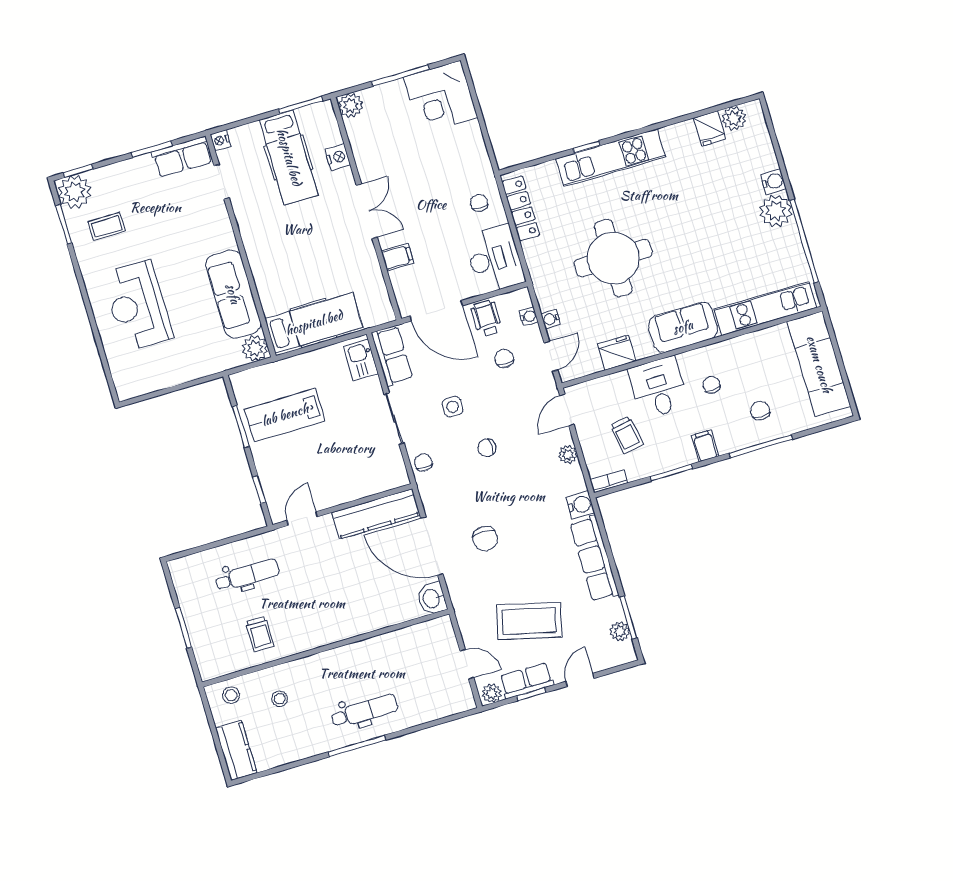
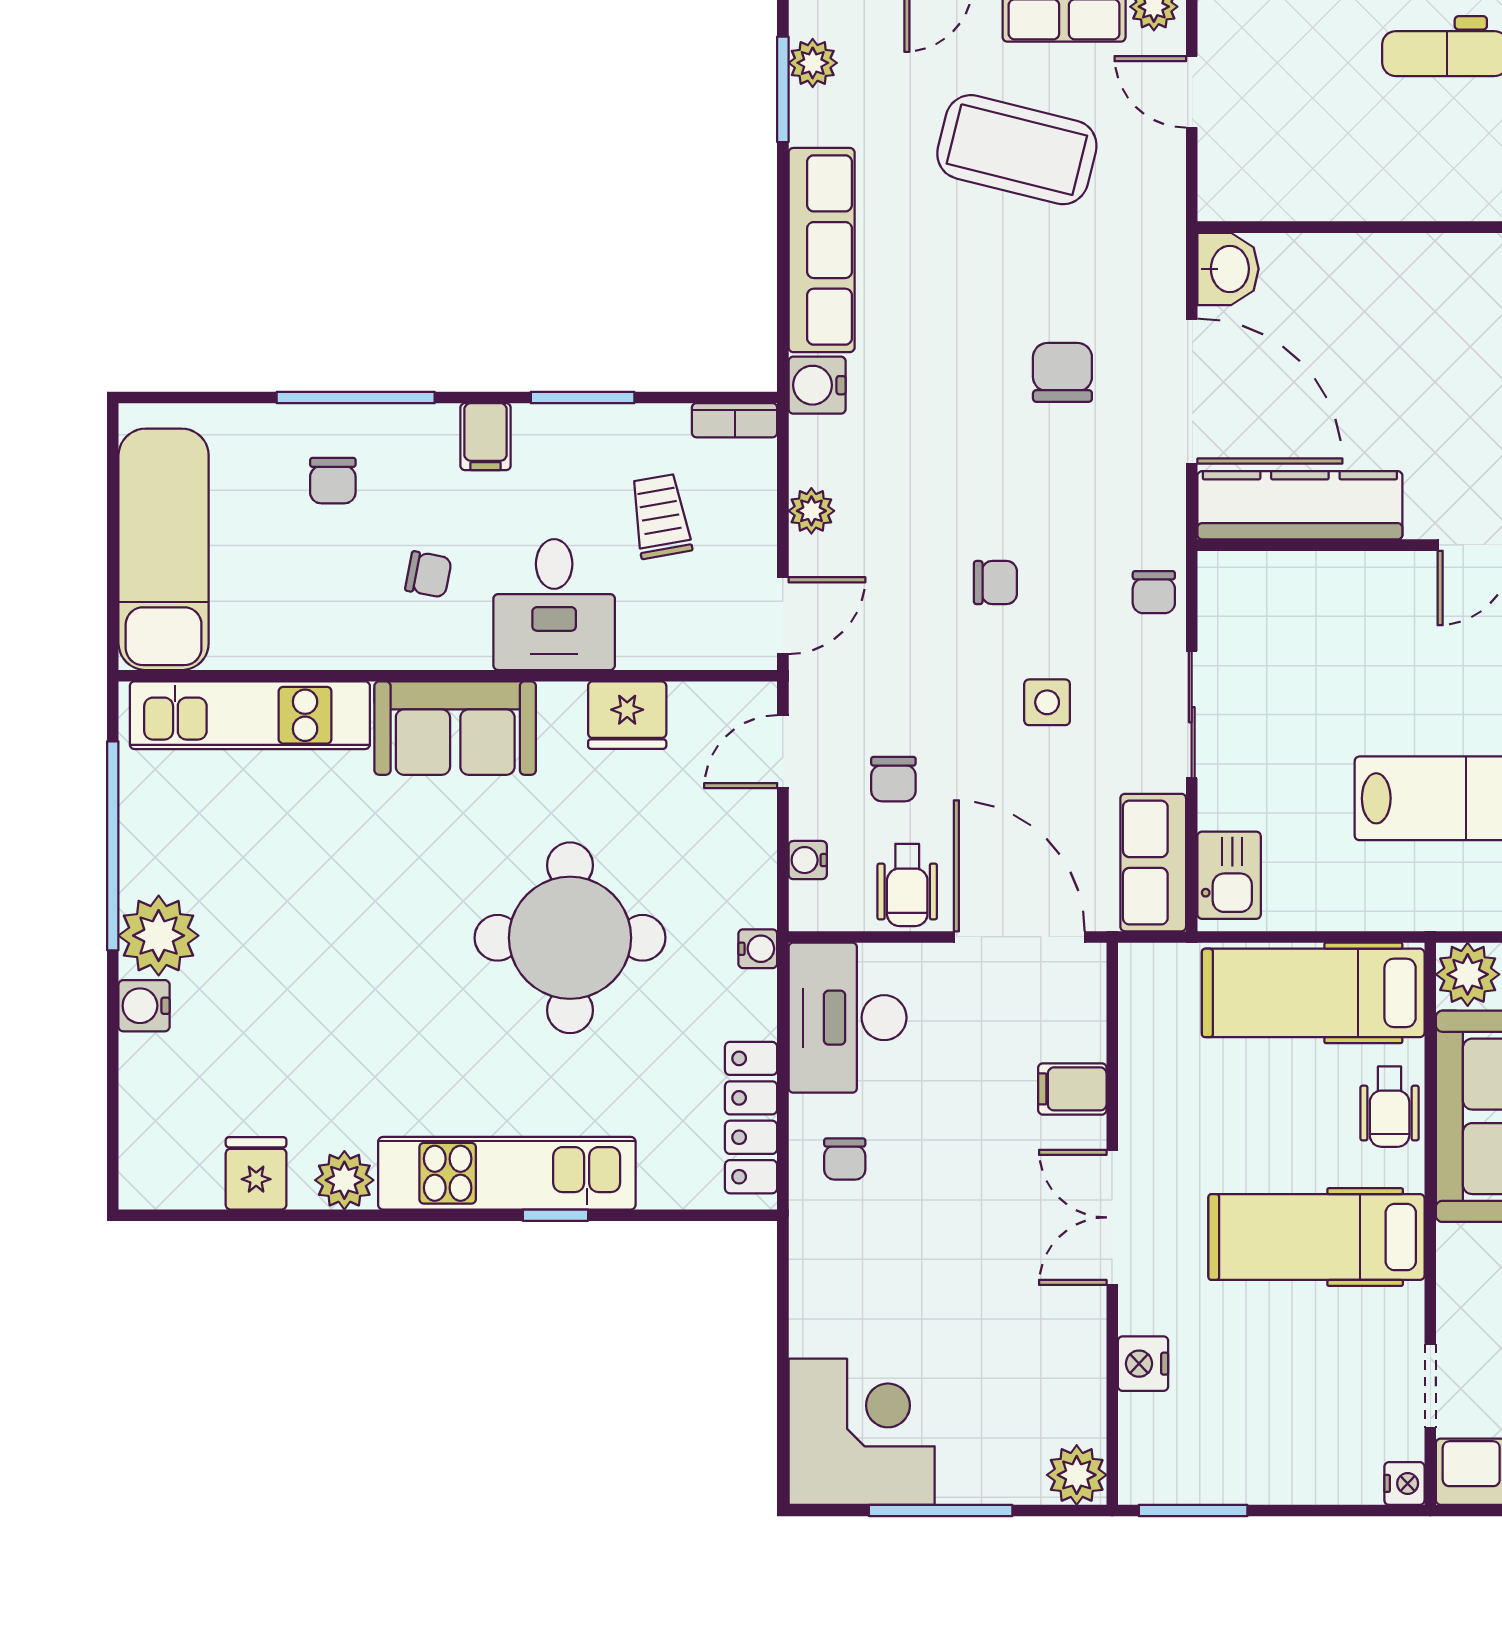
plant: (734, 118) -> (344, 1180), moved
hospital bed: (289, 157) -> (1316, 1237), moved, turned -90
wheelchair: (270, 287) -> (1390, 1107), added
water cooler: (551, 319) -> (758, 949), moved
chair: (711, 385) -> (428, 574), turned -75

